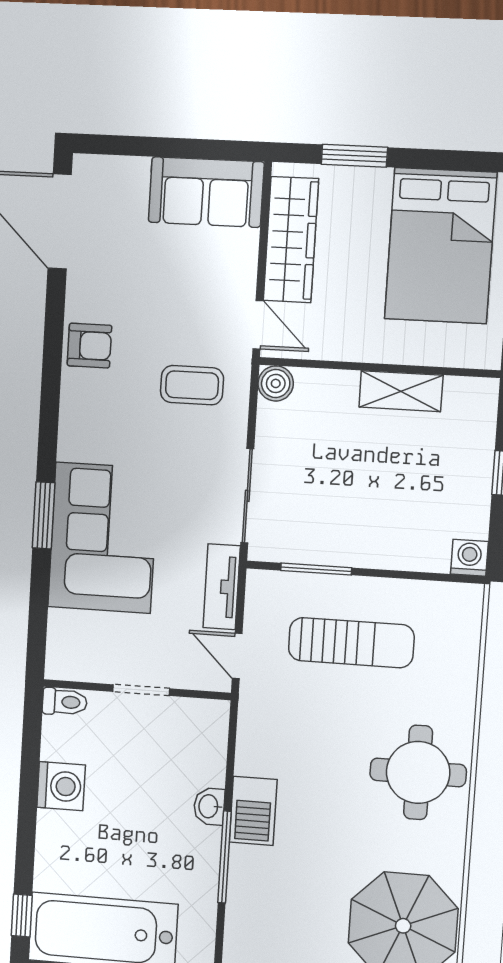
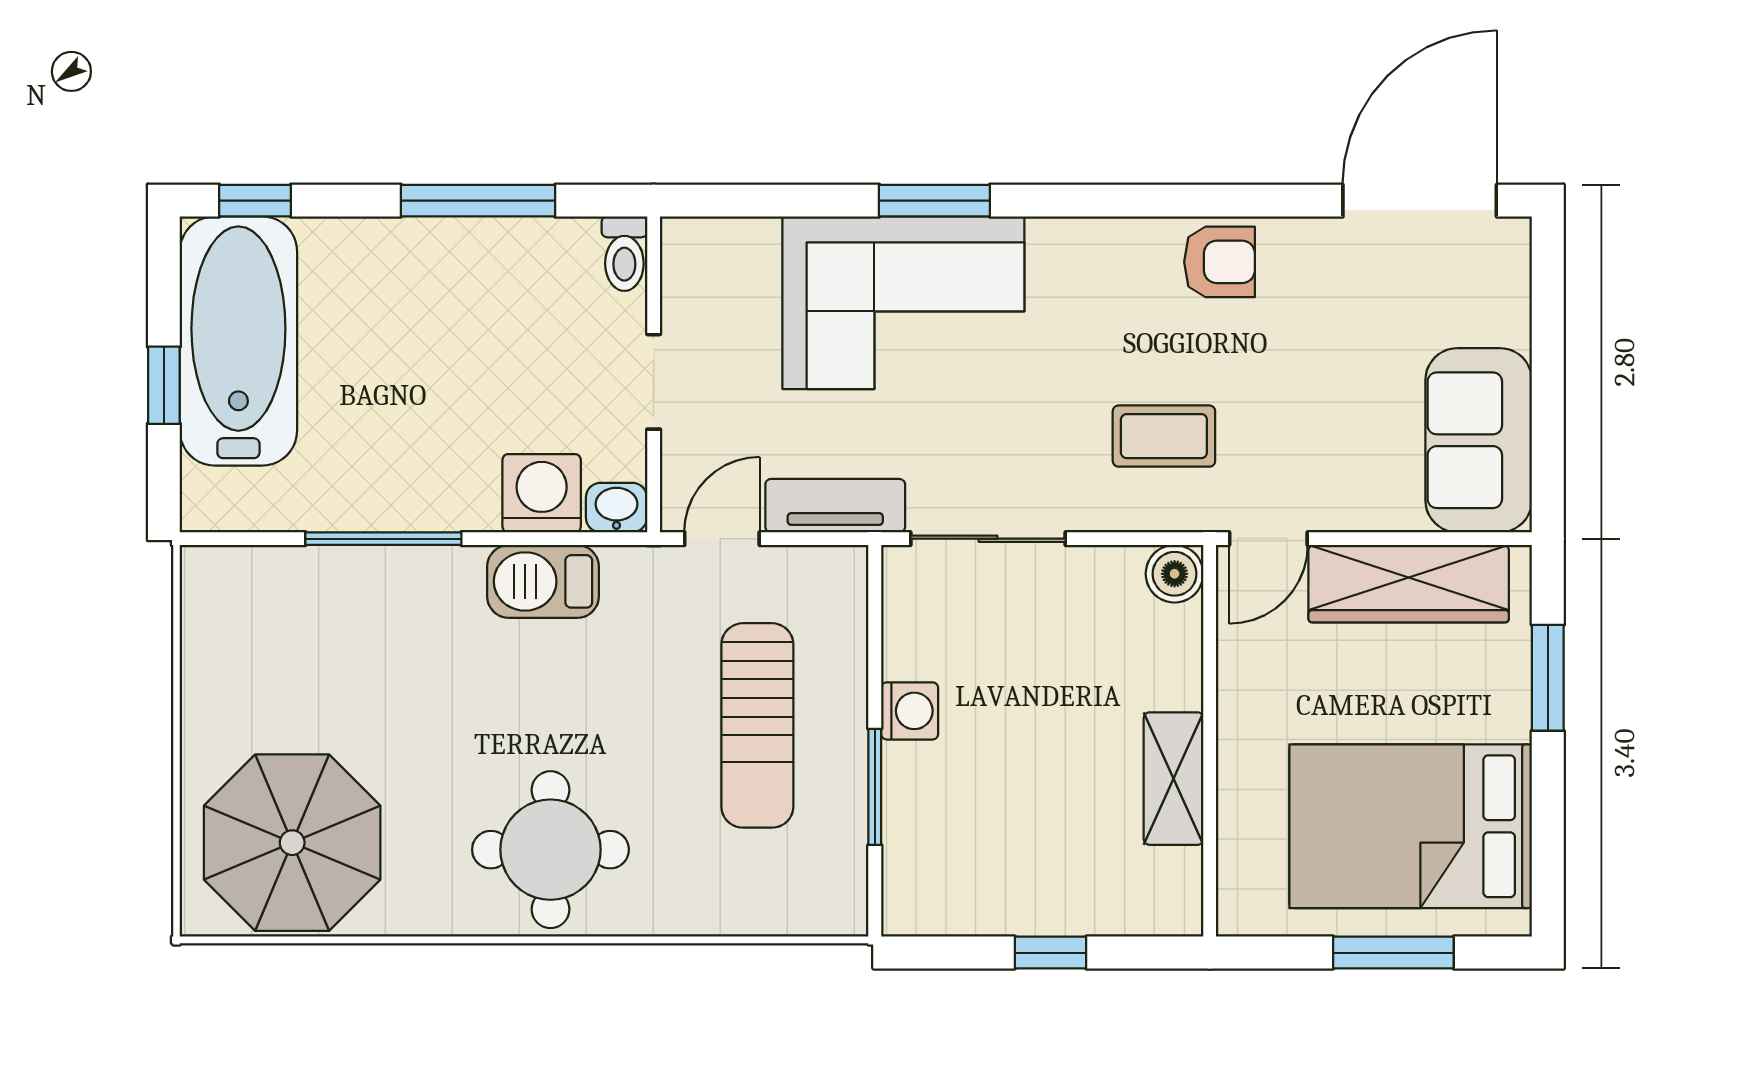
armchair: (89, 346) -> (1220, 262), turned -90
coffee table: (192, 385) -> (1164, 436), turned 90
washing machine: (469, 558) -> (910, 711), moved
window: (316, 569) -> (875, 787), moved
window: (29, 786) -> (478, 201), added
washing machine: (61, 786) -> (542, 493), moved, turned 180
washbasin: (209, 806) -> (616, 508), moved
barbecue: (253, 811) -> (543, 581), moved

